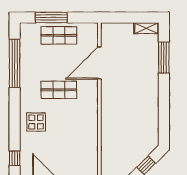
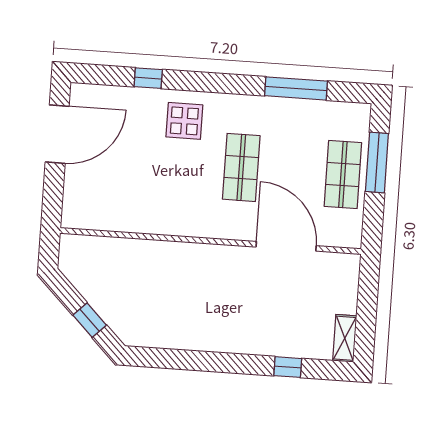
window: (164, 58) -> (288, 367), width x0.46
window: (15, 64) -> (296, 88), width x0.68
window: (15, 158) -> (148, 78), moved

